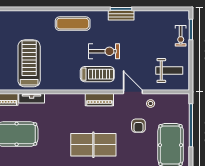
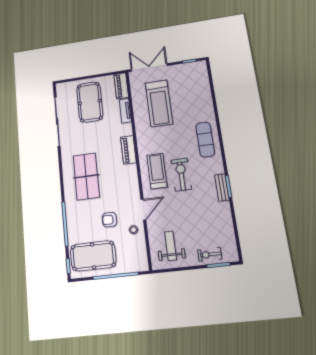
exercise bike: (104, 51) -> (181, 175), turned 180
treadmill: (29, 63) -> (159, 103), turned 90
weight bench: (169, 71) -> (171, 246), turned 180
treadmill: (97, 74) -> (157, 171), turned 180
piano: (99, 100) -> (128, 150), moved

